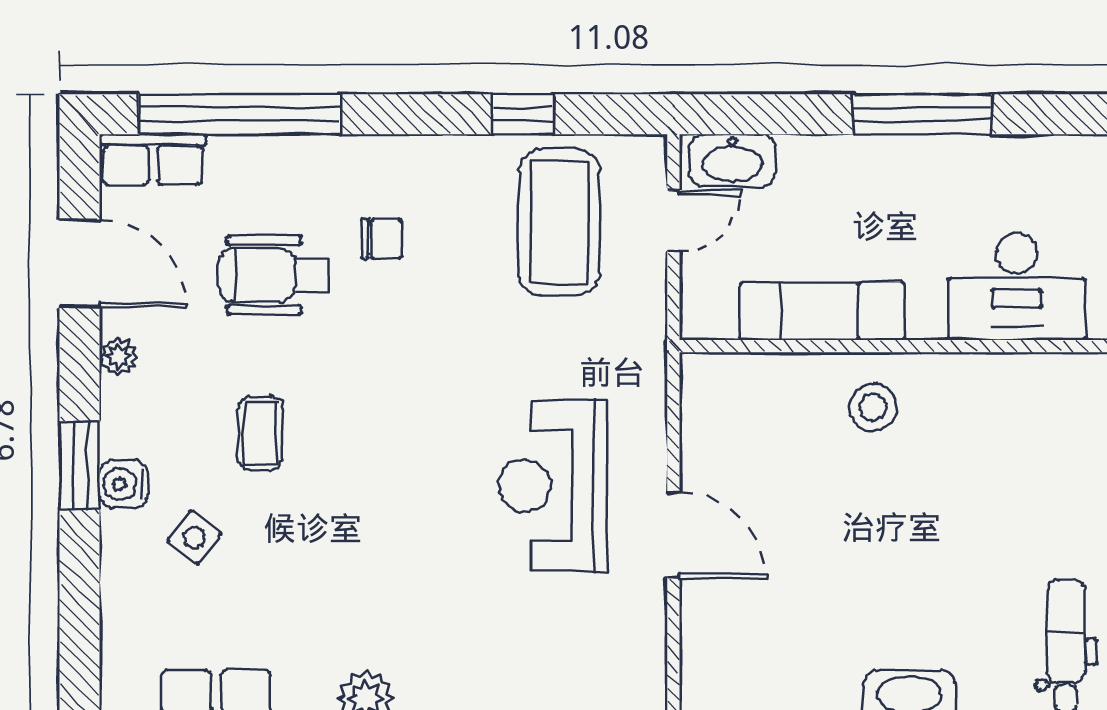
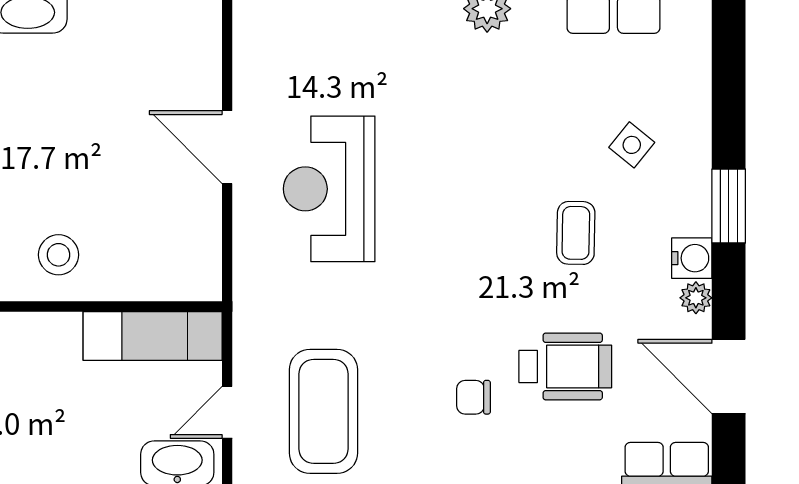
exam couch: (822, 311) -> (153, 336), moved
water cooler: (123, 484) -> (692, 258), moved
reception desk: (553, 485) -> (329, 189), turned 180

